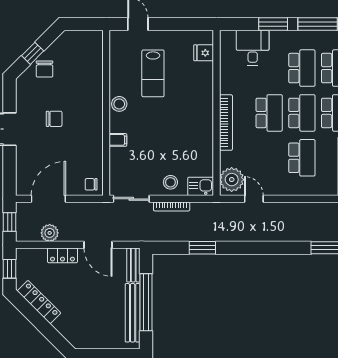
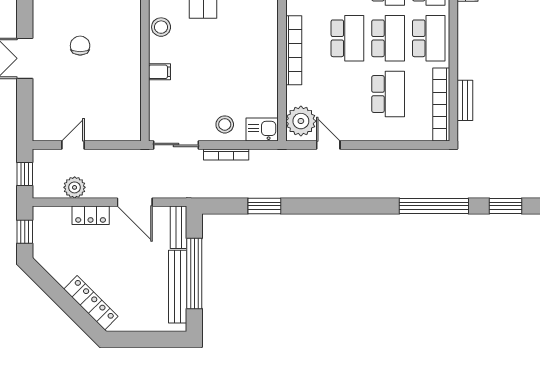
chair: (54, 119) -> (80, 46), turned -90
chair: (91, 184) -> (126, 127), removed
door: (48, 199) -> (73, 145), width x0.53
locker: (39, 302) -> (91, 303), moved

